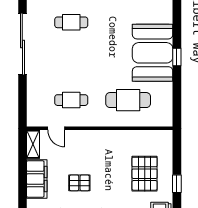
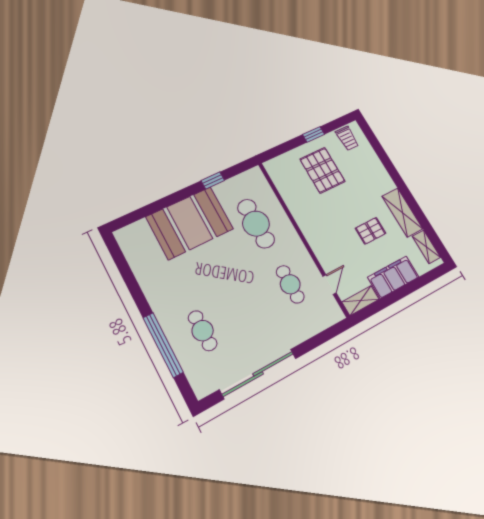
window: (177, 57) -> (213, 180), moved
pallet: (145, 174) -> (322, 170), turned 90
pallet: (79, 183) -> (371, 231), turned 90

